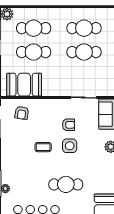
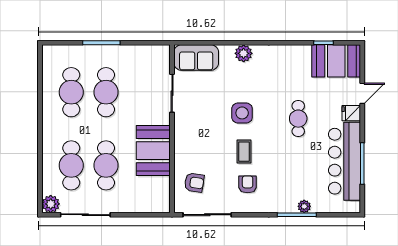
booth: (24, 85) -> (153, 151), moved
armchair: (68, 125) -> (248, 184), moved
cafe table: (66, 184) -> (298, 119), width x0.73, depth x0.74

